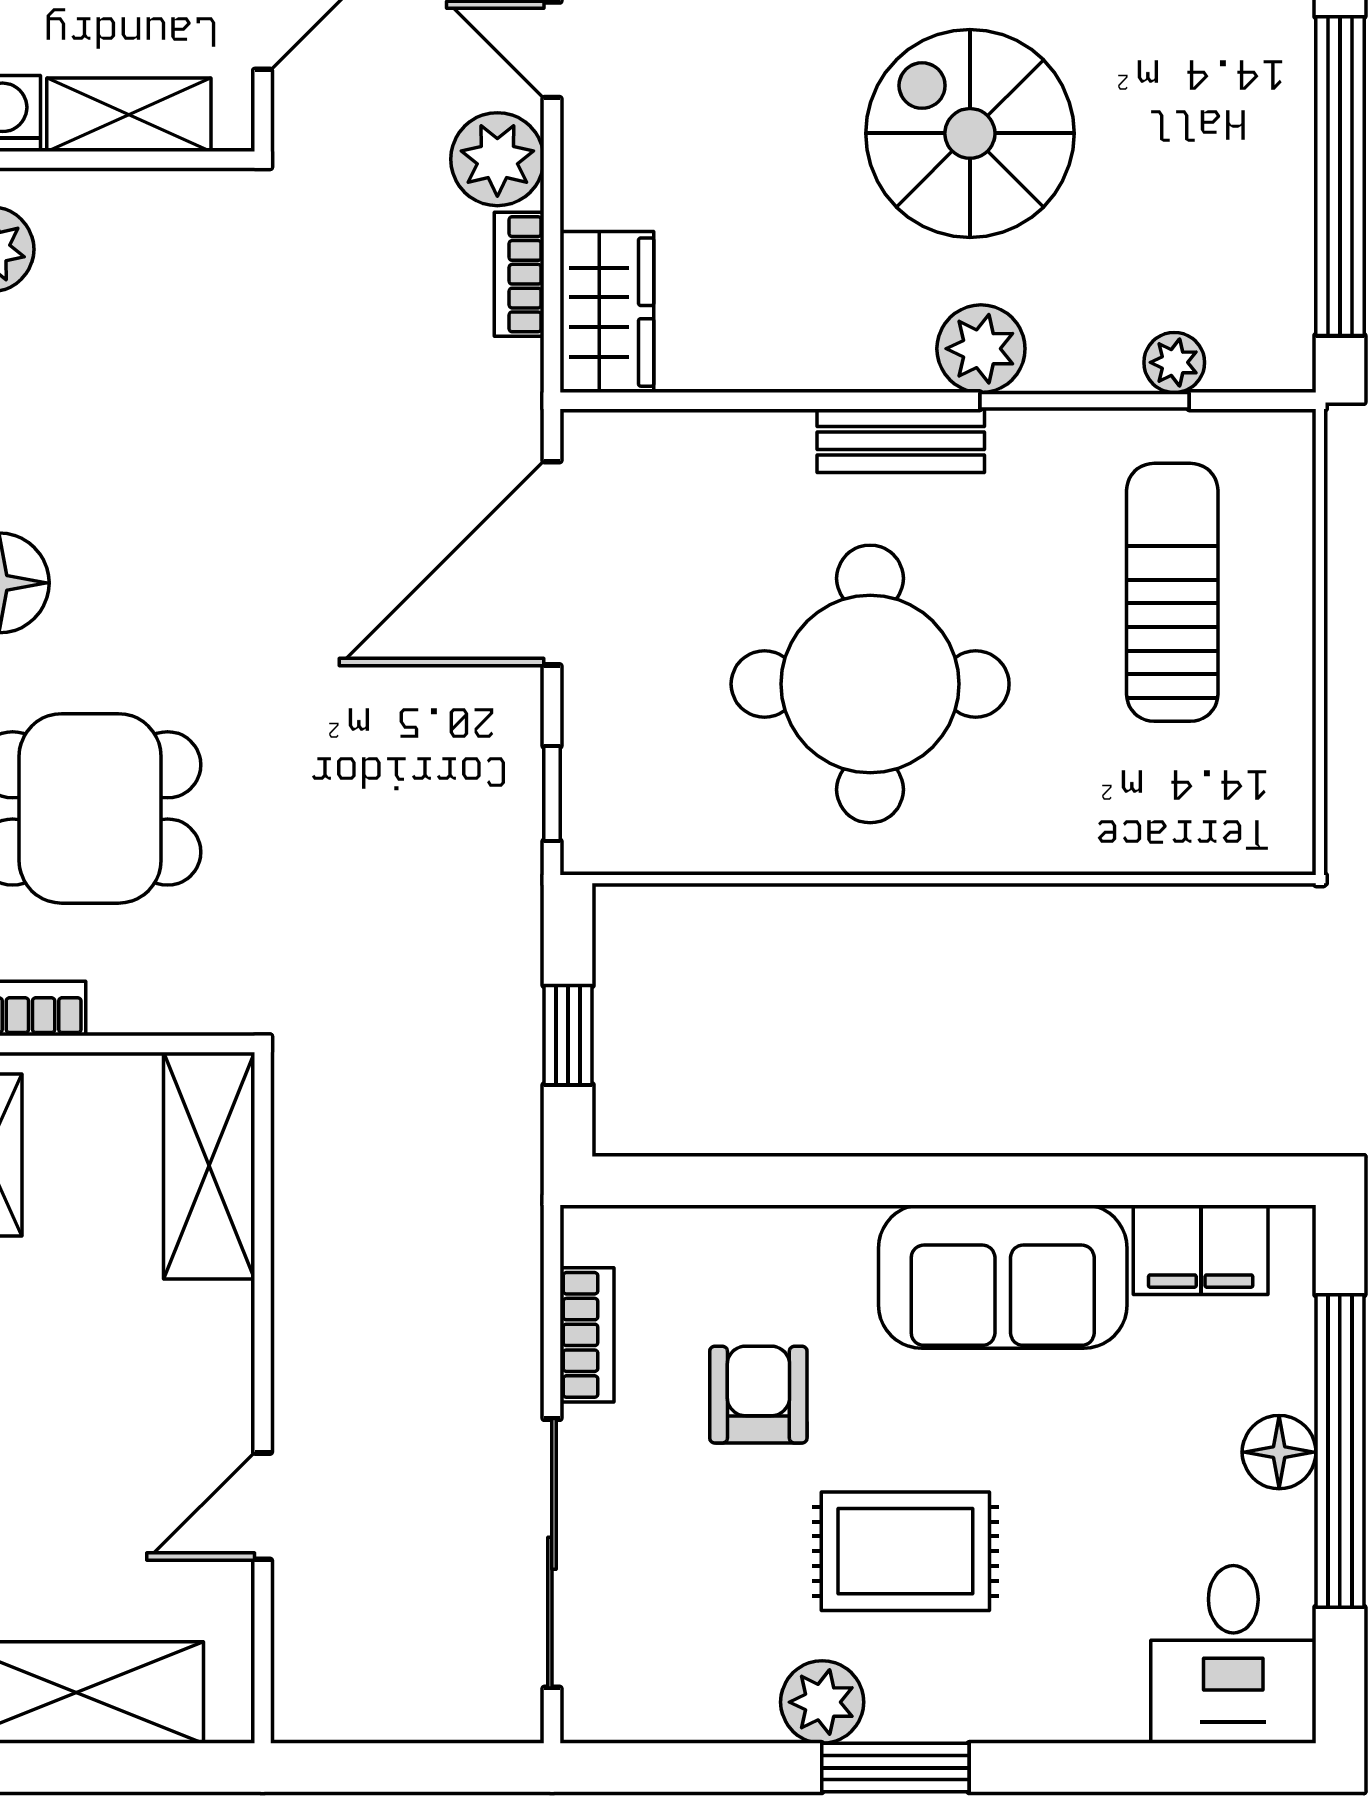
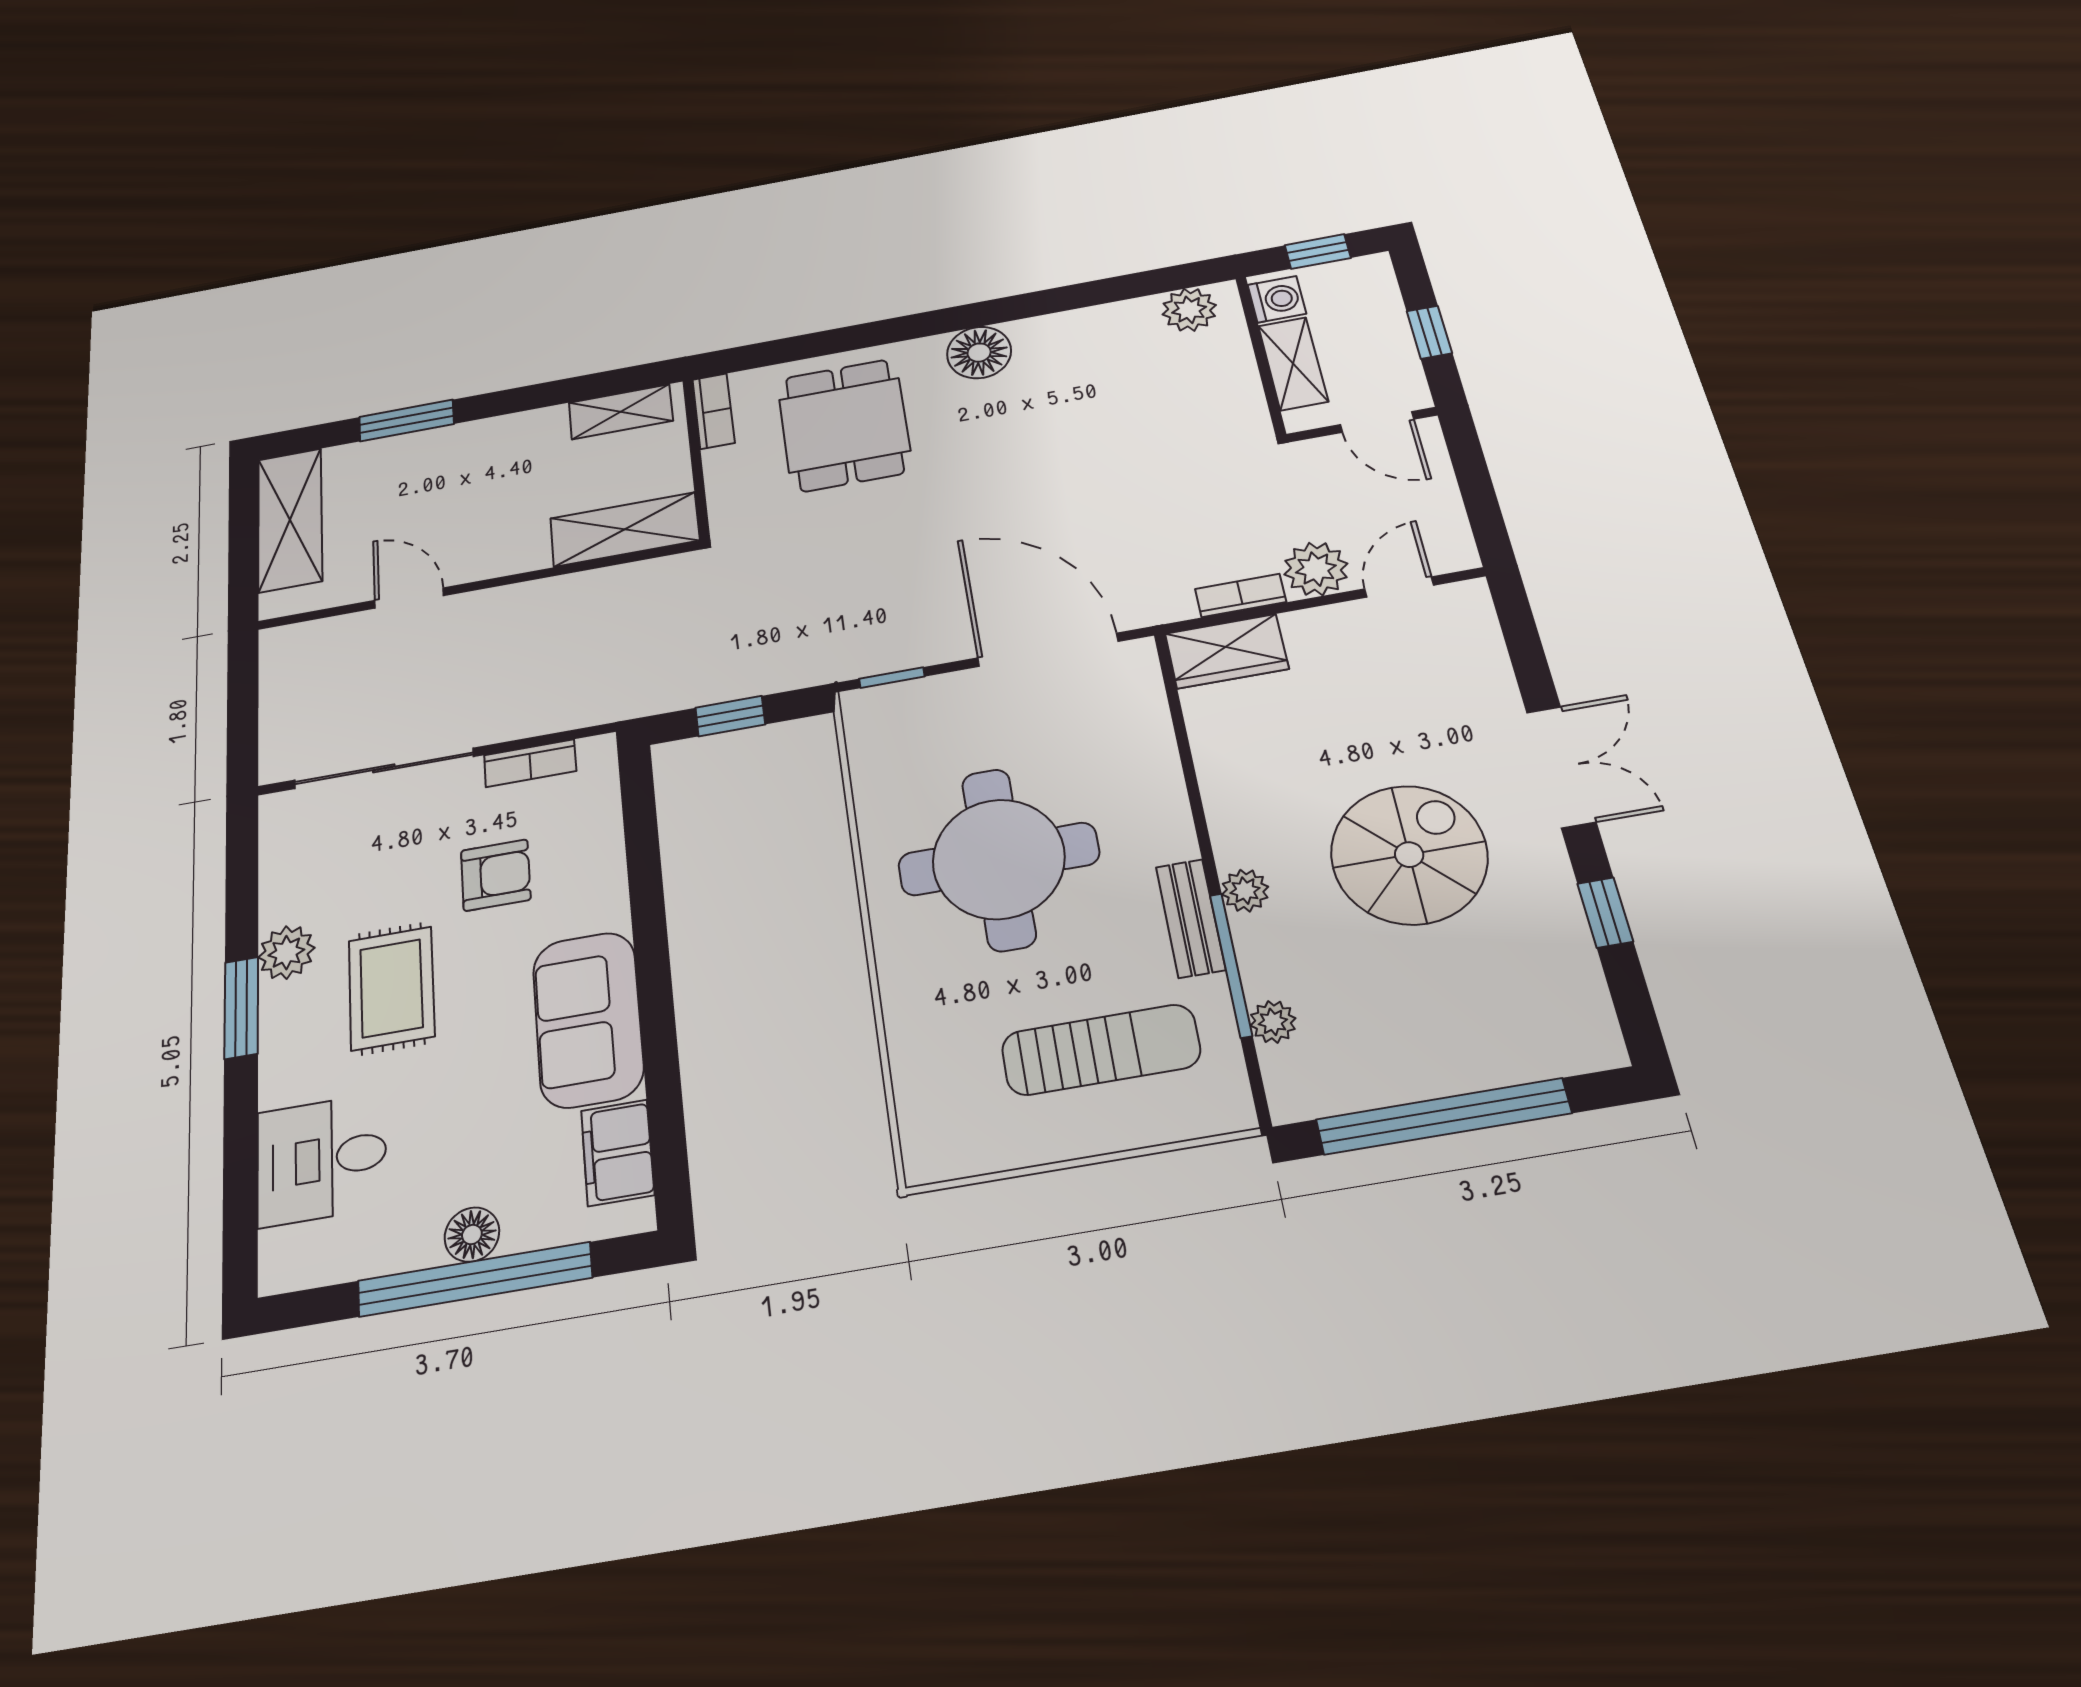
plant: (981, 349) -> (1245, 891), width x0.73, depth x0.73
bench: (901, 441) -> (1191, 918), moved
desk: (1233, 1654) -> (322, 1160), moved

